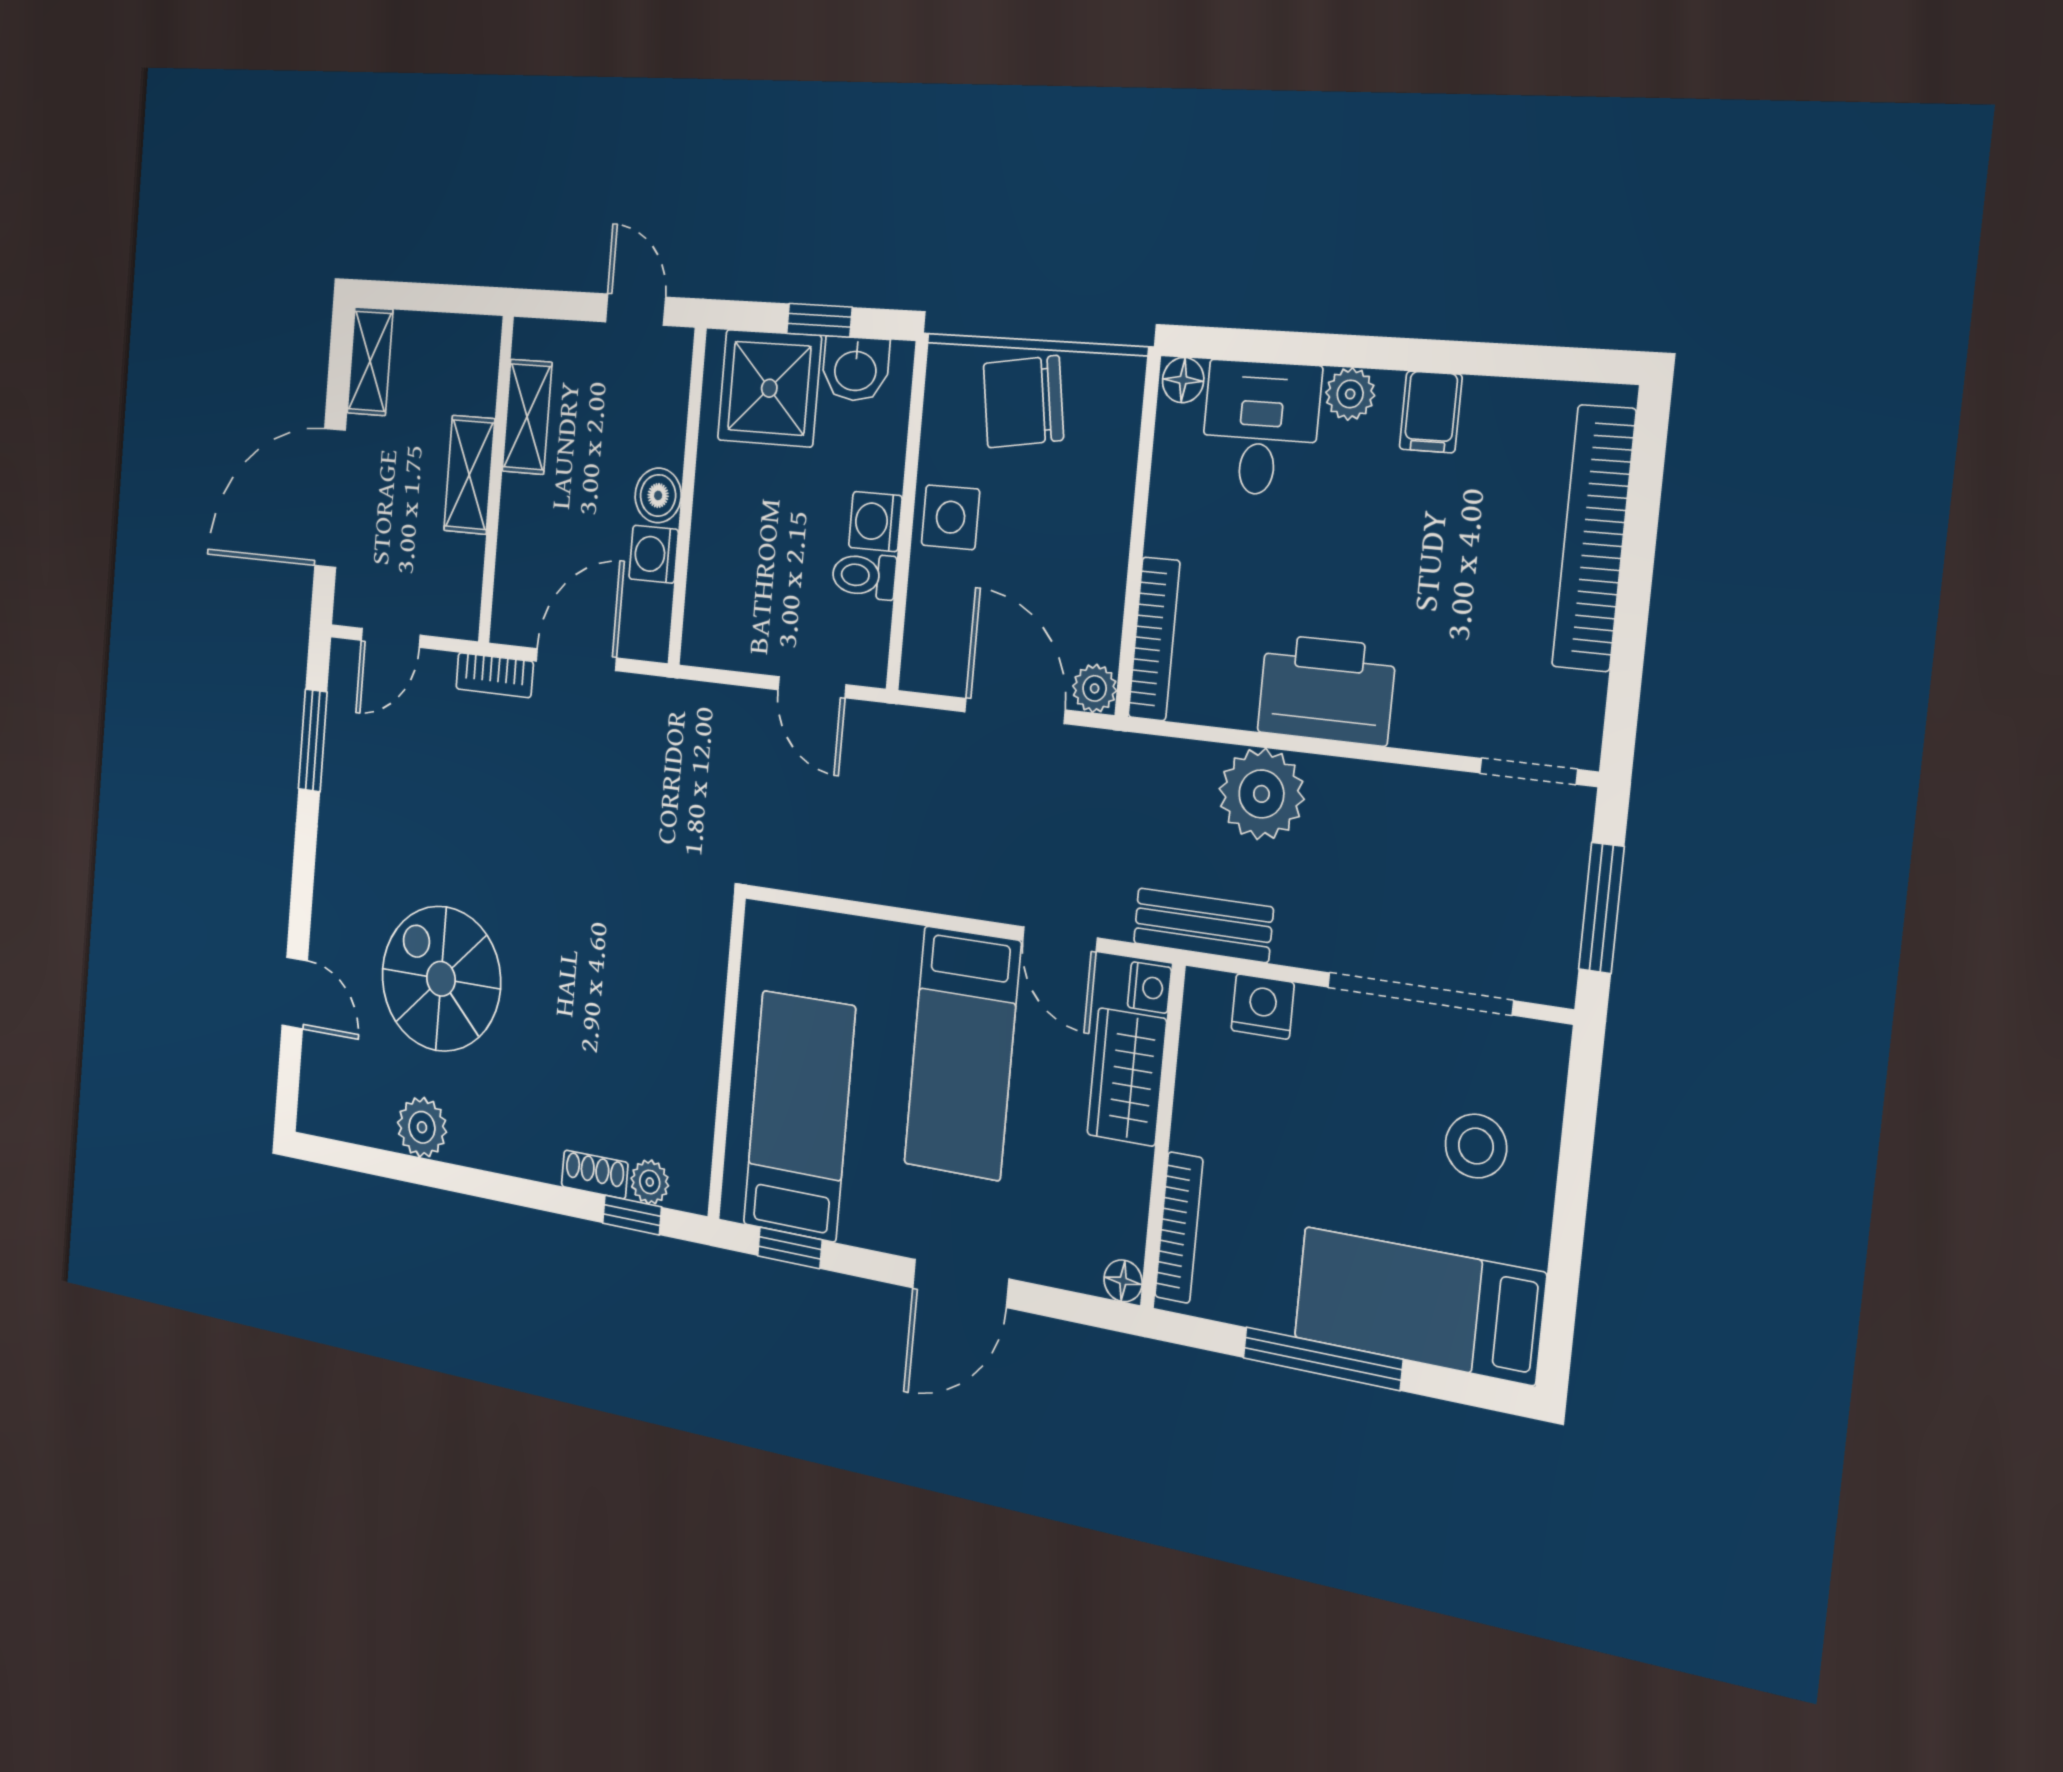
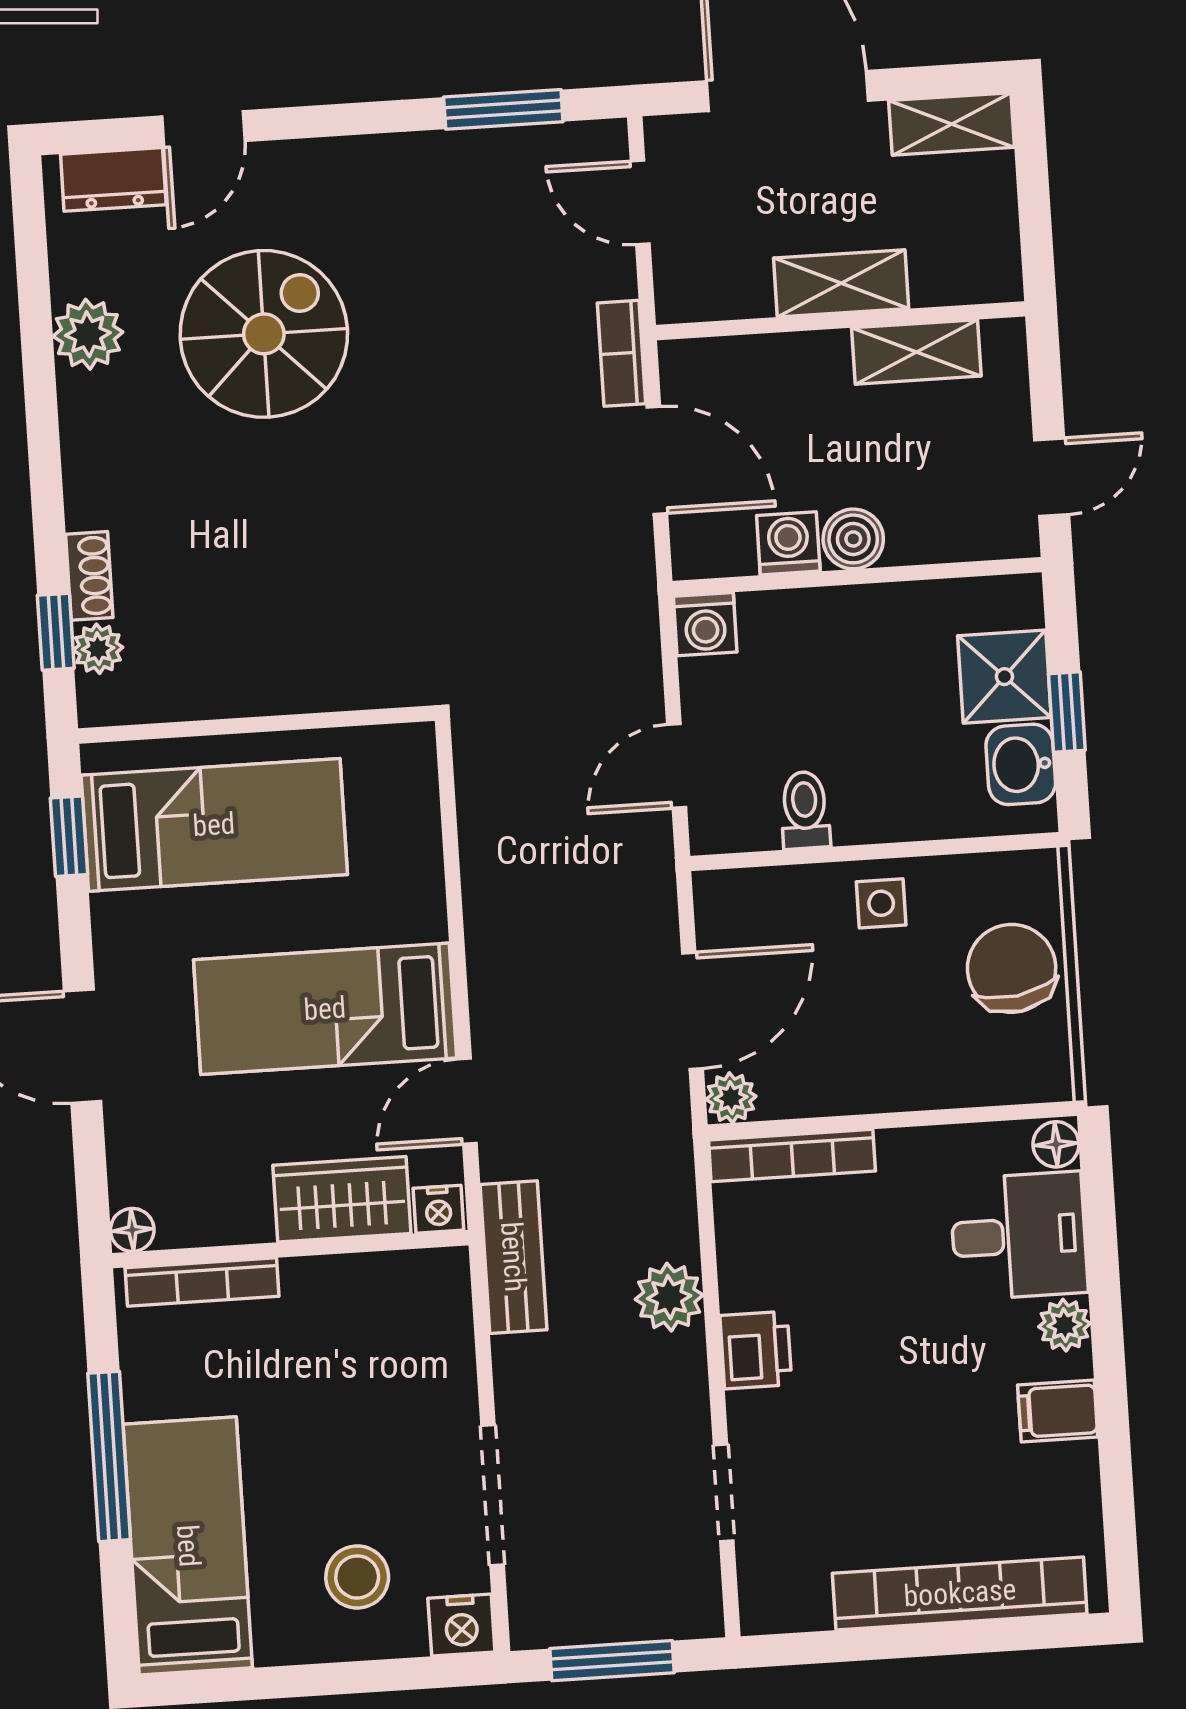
shower: (769, 388) -> (1004, 677), width x0.73, depth x0.73
side table: (951, 517) -> (881, 903), width x0.73, depth x0.73
washing machine: (875, 522) -> (705, 624), moved, turned 180
printer: (1326, 690) -> (756, 1350), width x0.53, depth x0.68
doorway: (1528, 771) -> (724, 1493), moved
plant: (1261, 794) -> (669, 1297), width x0.73, depth x0.73
doorway: (1420, 994) -> (493, 1495), width x0.73
nightstand: (1263, 1007) -> (461, 1625), moved, turned 90
dresser: (319, 1077) -> (113, 179), added

